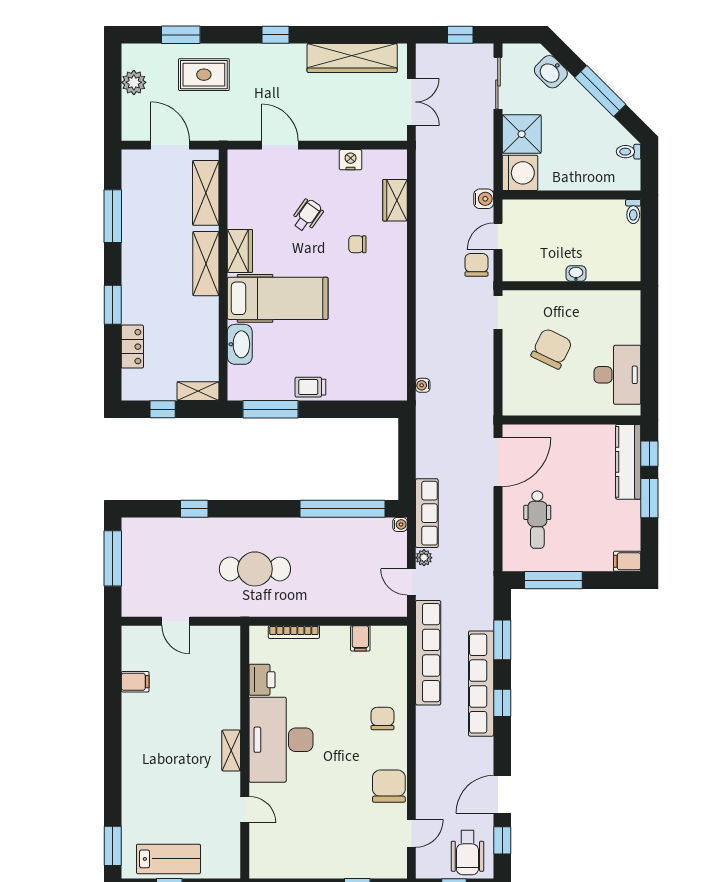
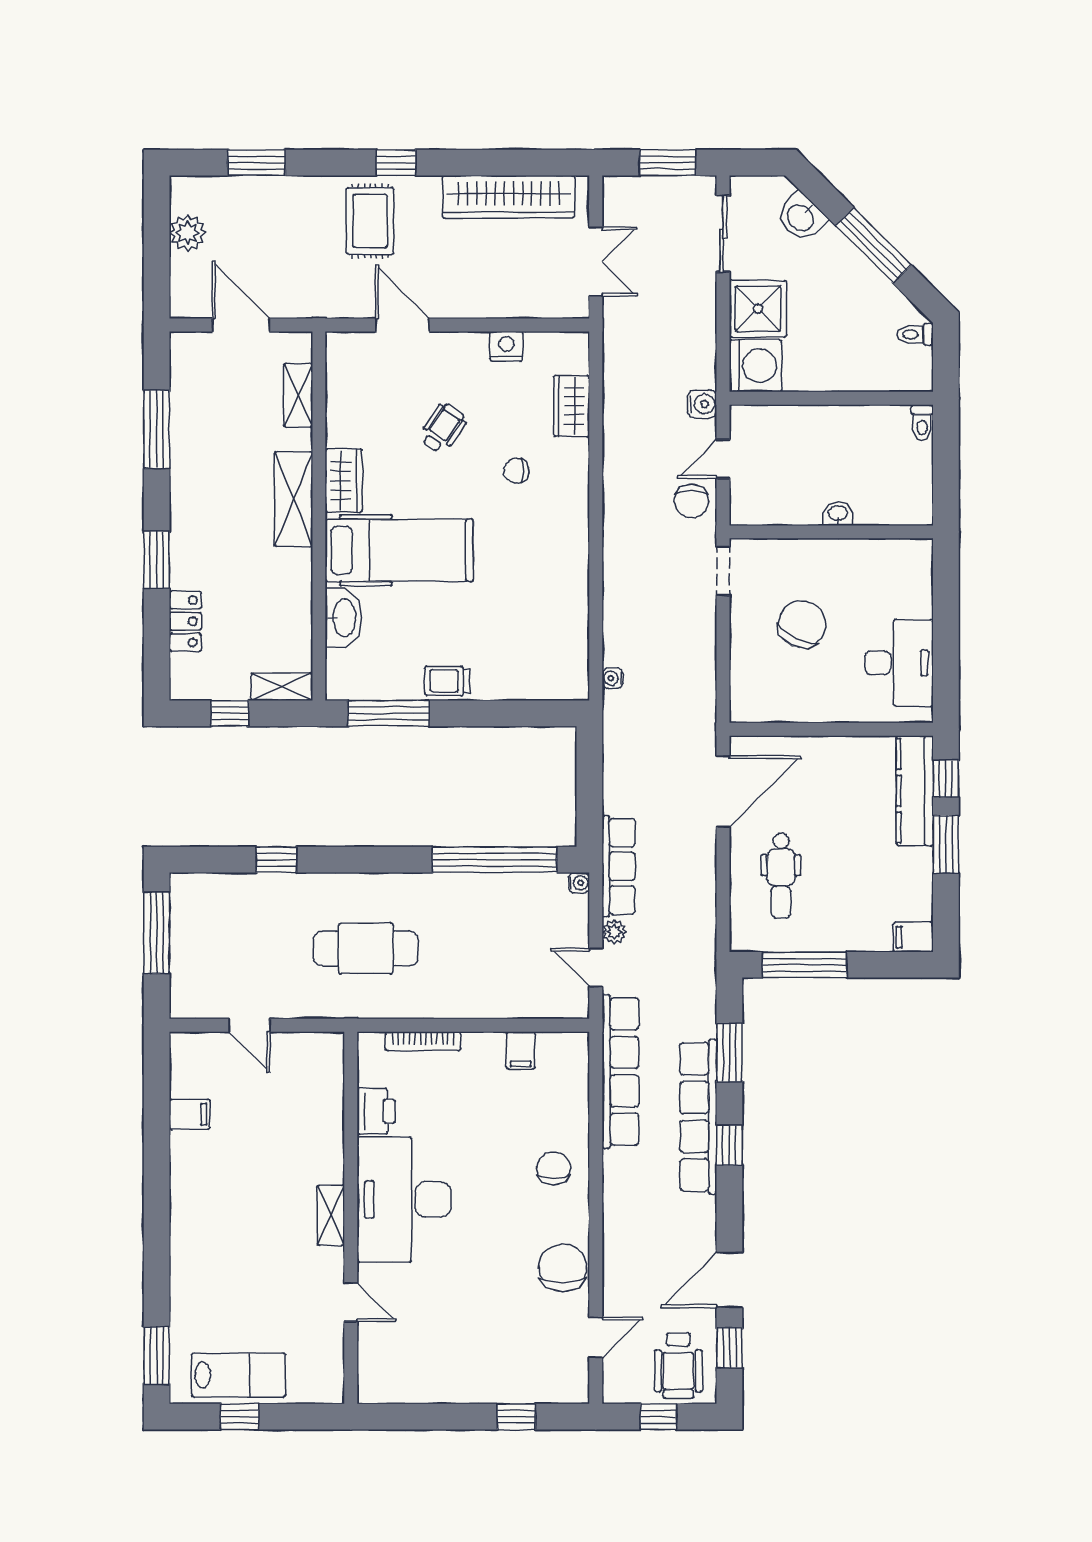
window: (460, 35) -> (668, 163), width x1.50
rug: (204, 75) -> (370, 221), moved, turned 90
shelving: (206, 193) -> (298, 395), width x0.67, depth x0.75
chair: (476, 265) -> (692, 501), turned 180

